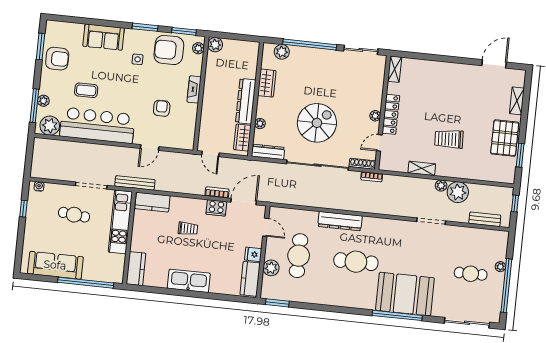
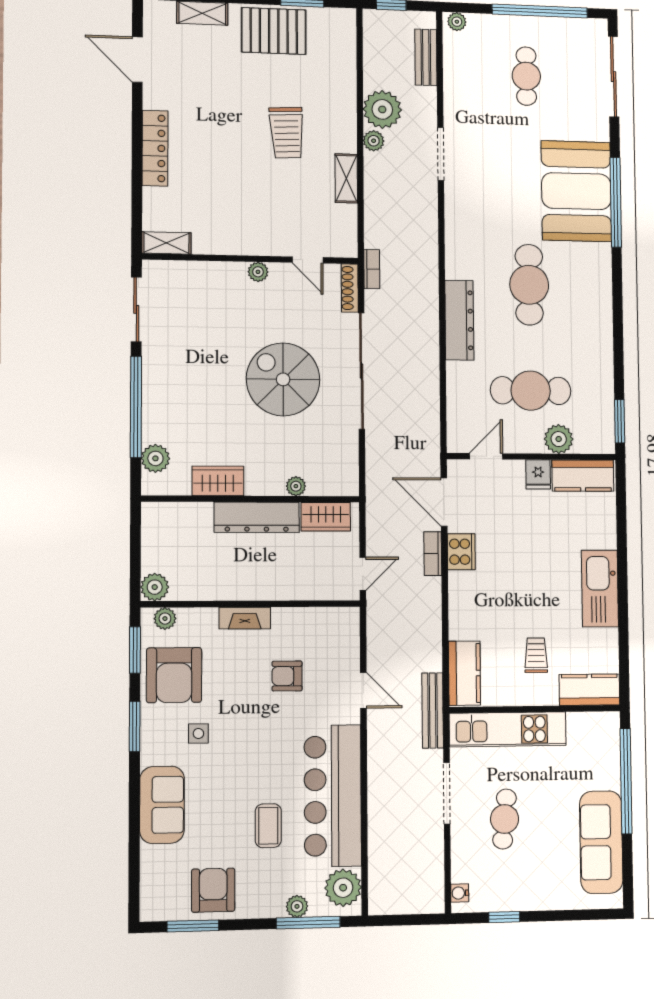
locker: (391, 114) -> (155, 148), moved, turned 90
dresser: (268, 152) -> (347, 466), removed
trolley: (188, 229) -> (536, 655), moved
plant: (500, 267) -> (457, 22), moved

